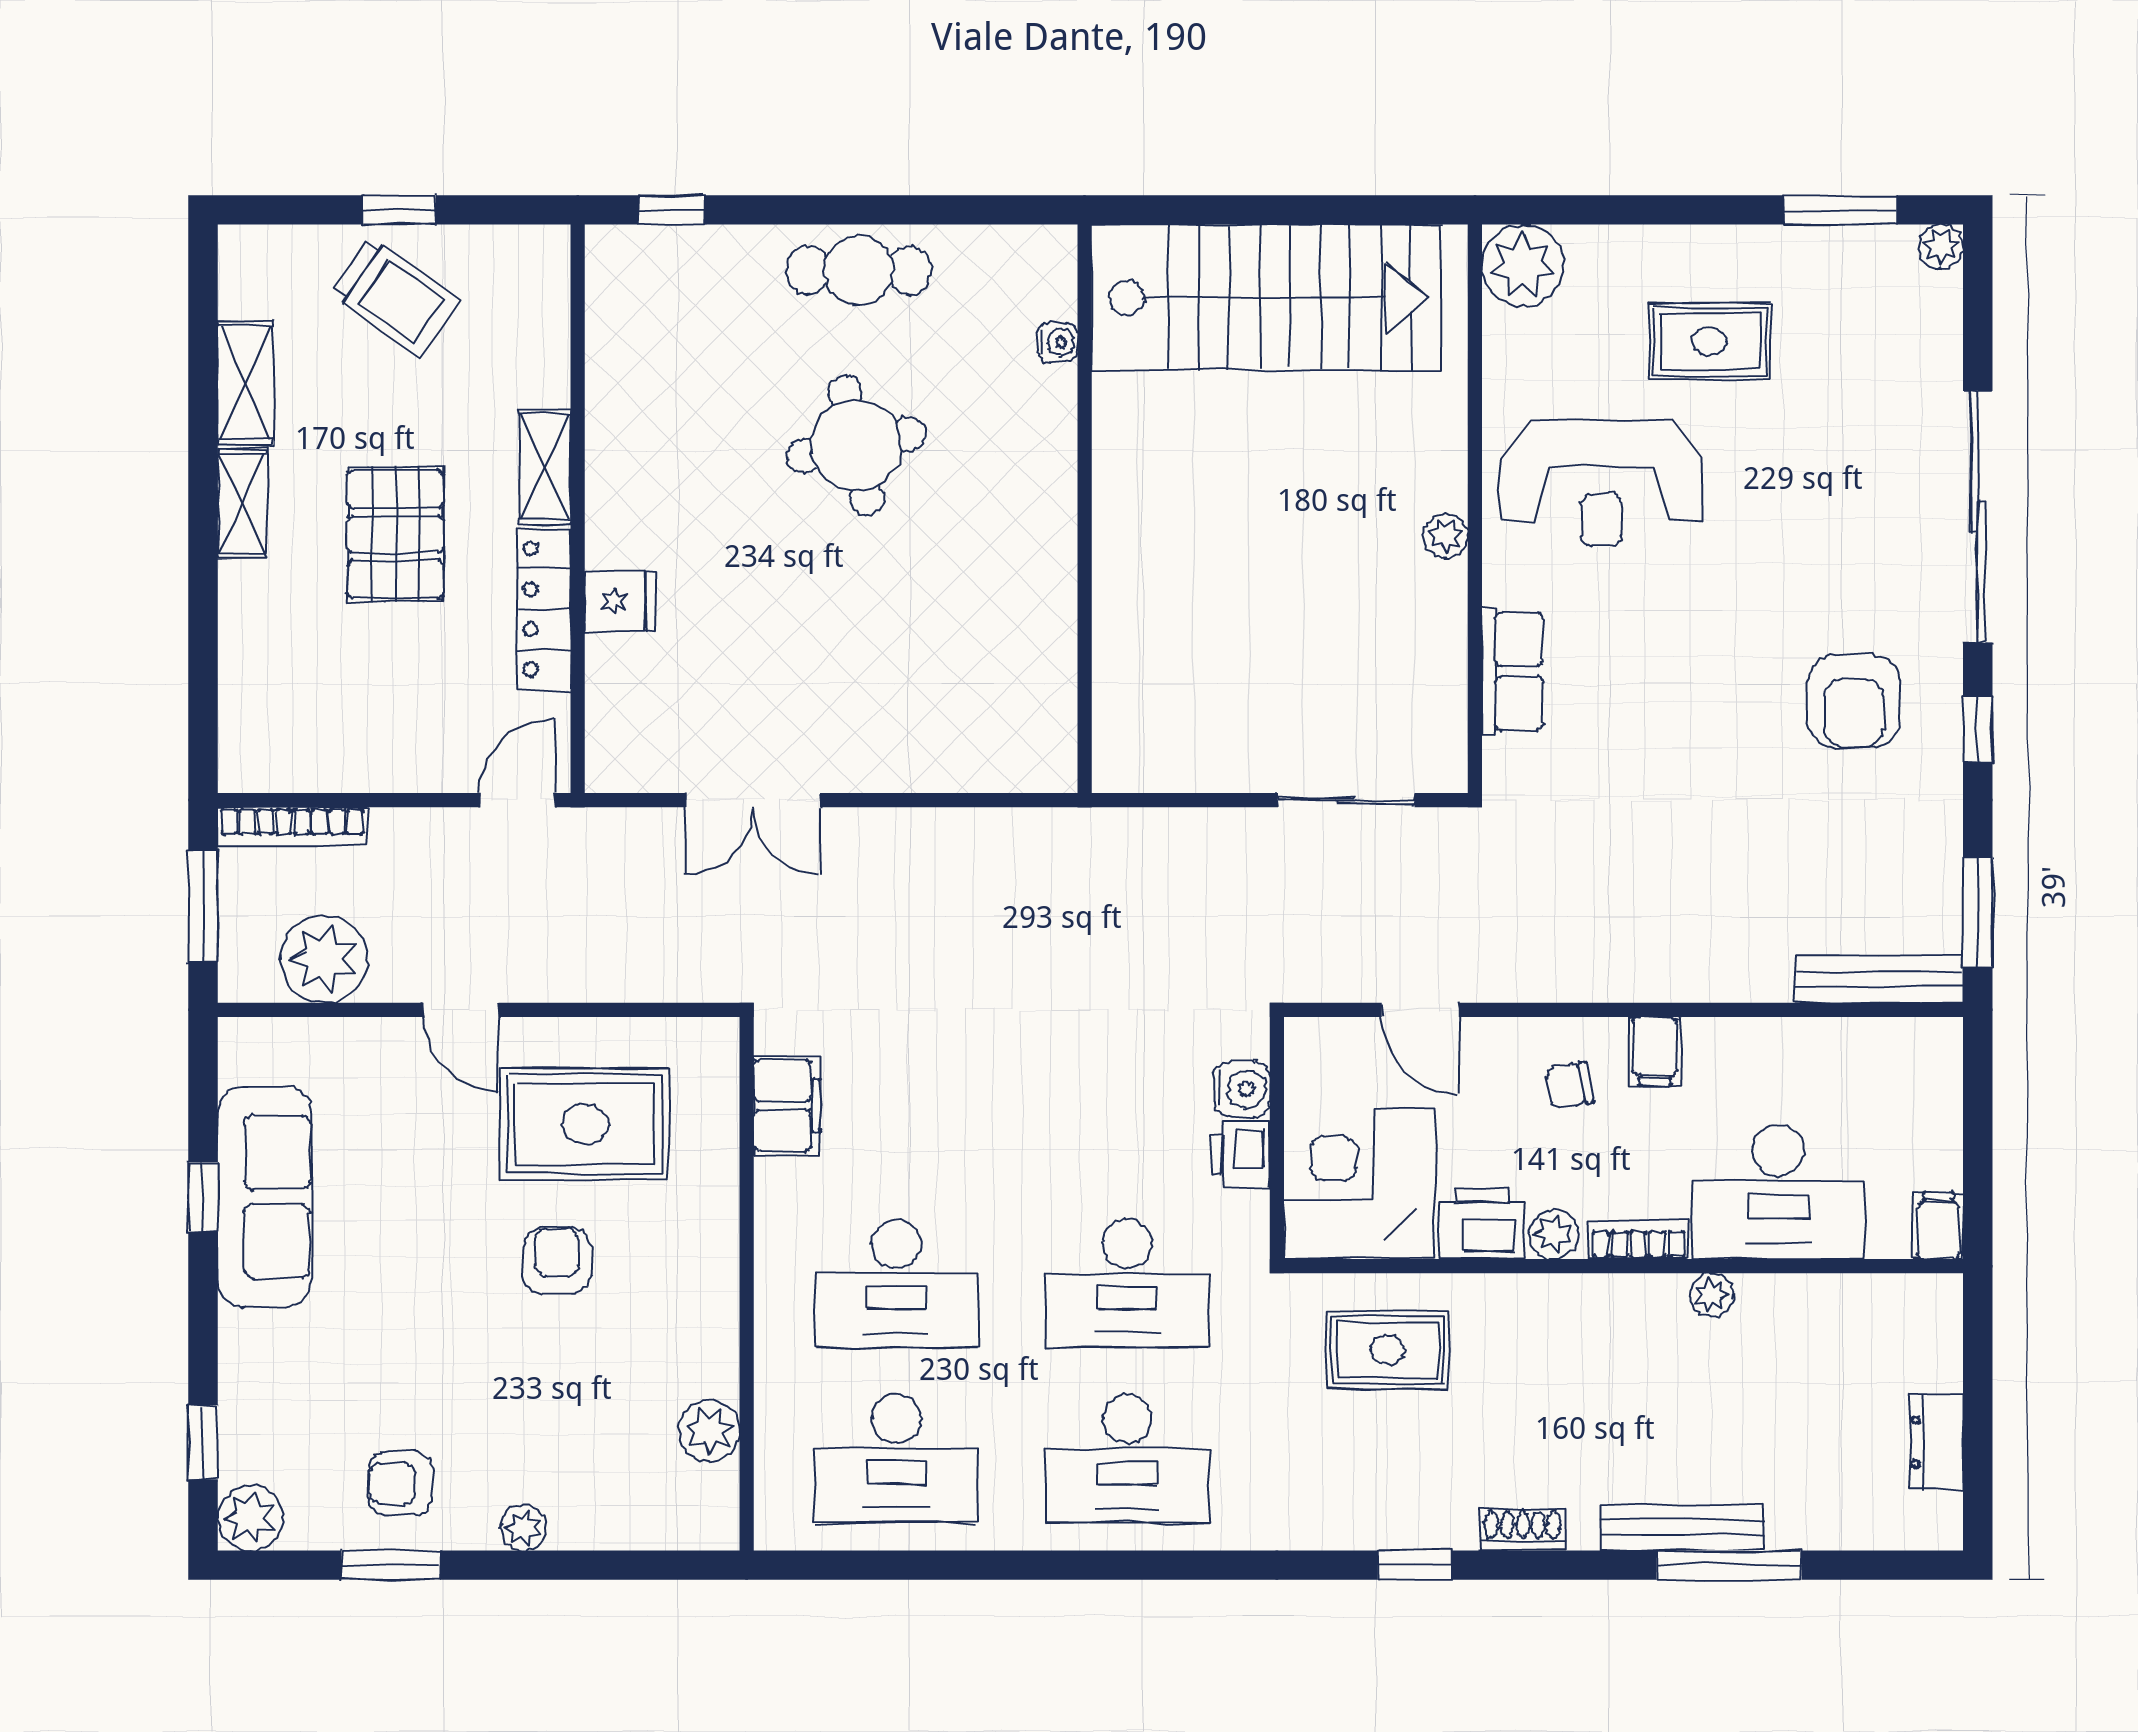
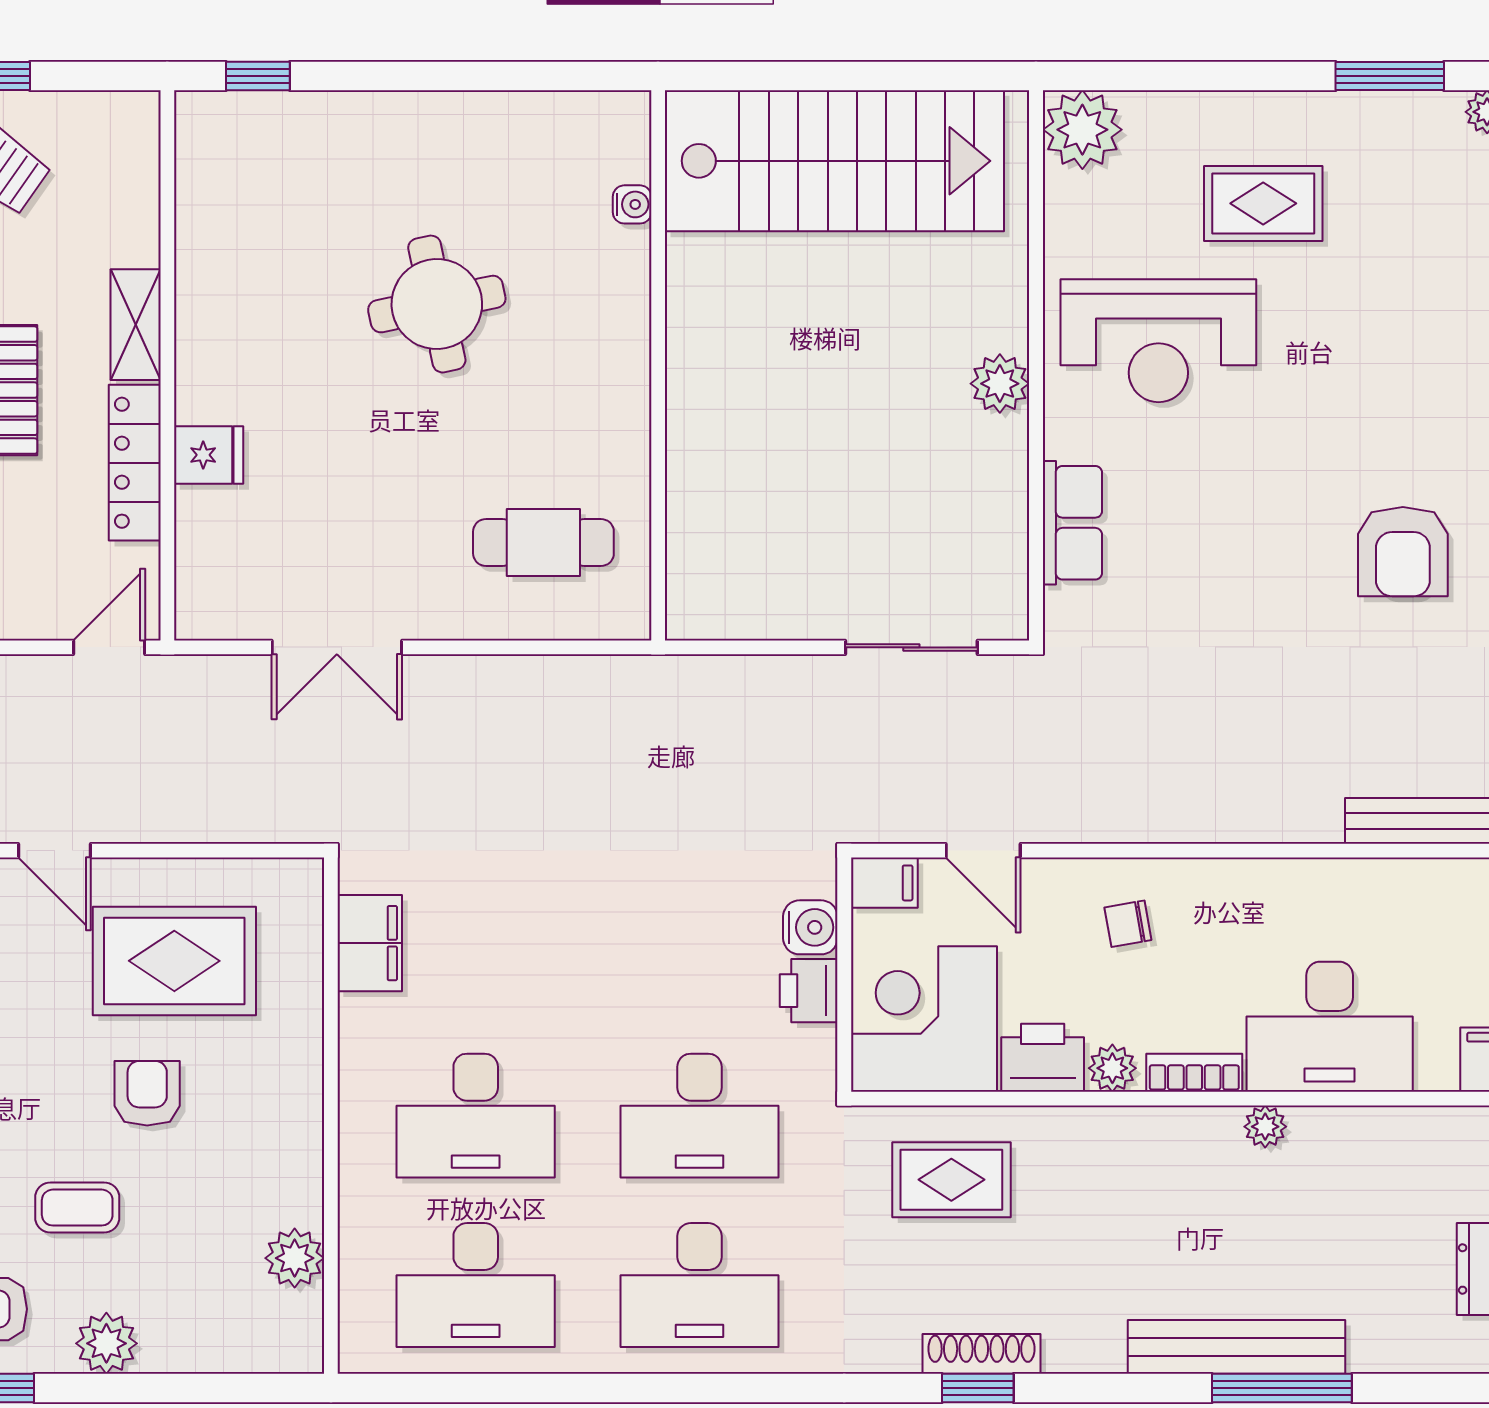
cafe table: (859, 270) -> (543, 543), moved
plant: (1446, 536) -> (1000, 384), width x1.38, depth x1.38
filing cabinet: (1655, 1051) -> (884, 883), moved, turned -90
coffee table: (485, 1379) -> (77, 1208), added
plant: (523, 1527) -> (106, 1343), width x1.38, depth x1.38
bench: (1682, 1528) -> (1237, 1347), width x1.37, depth x1.21
shoe rack: (1523, 1530) -> (981, 1354), moved, width x1.43

